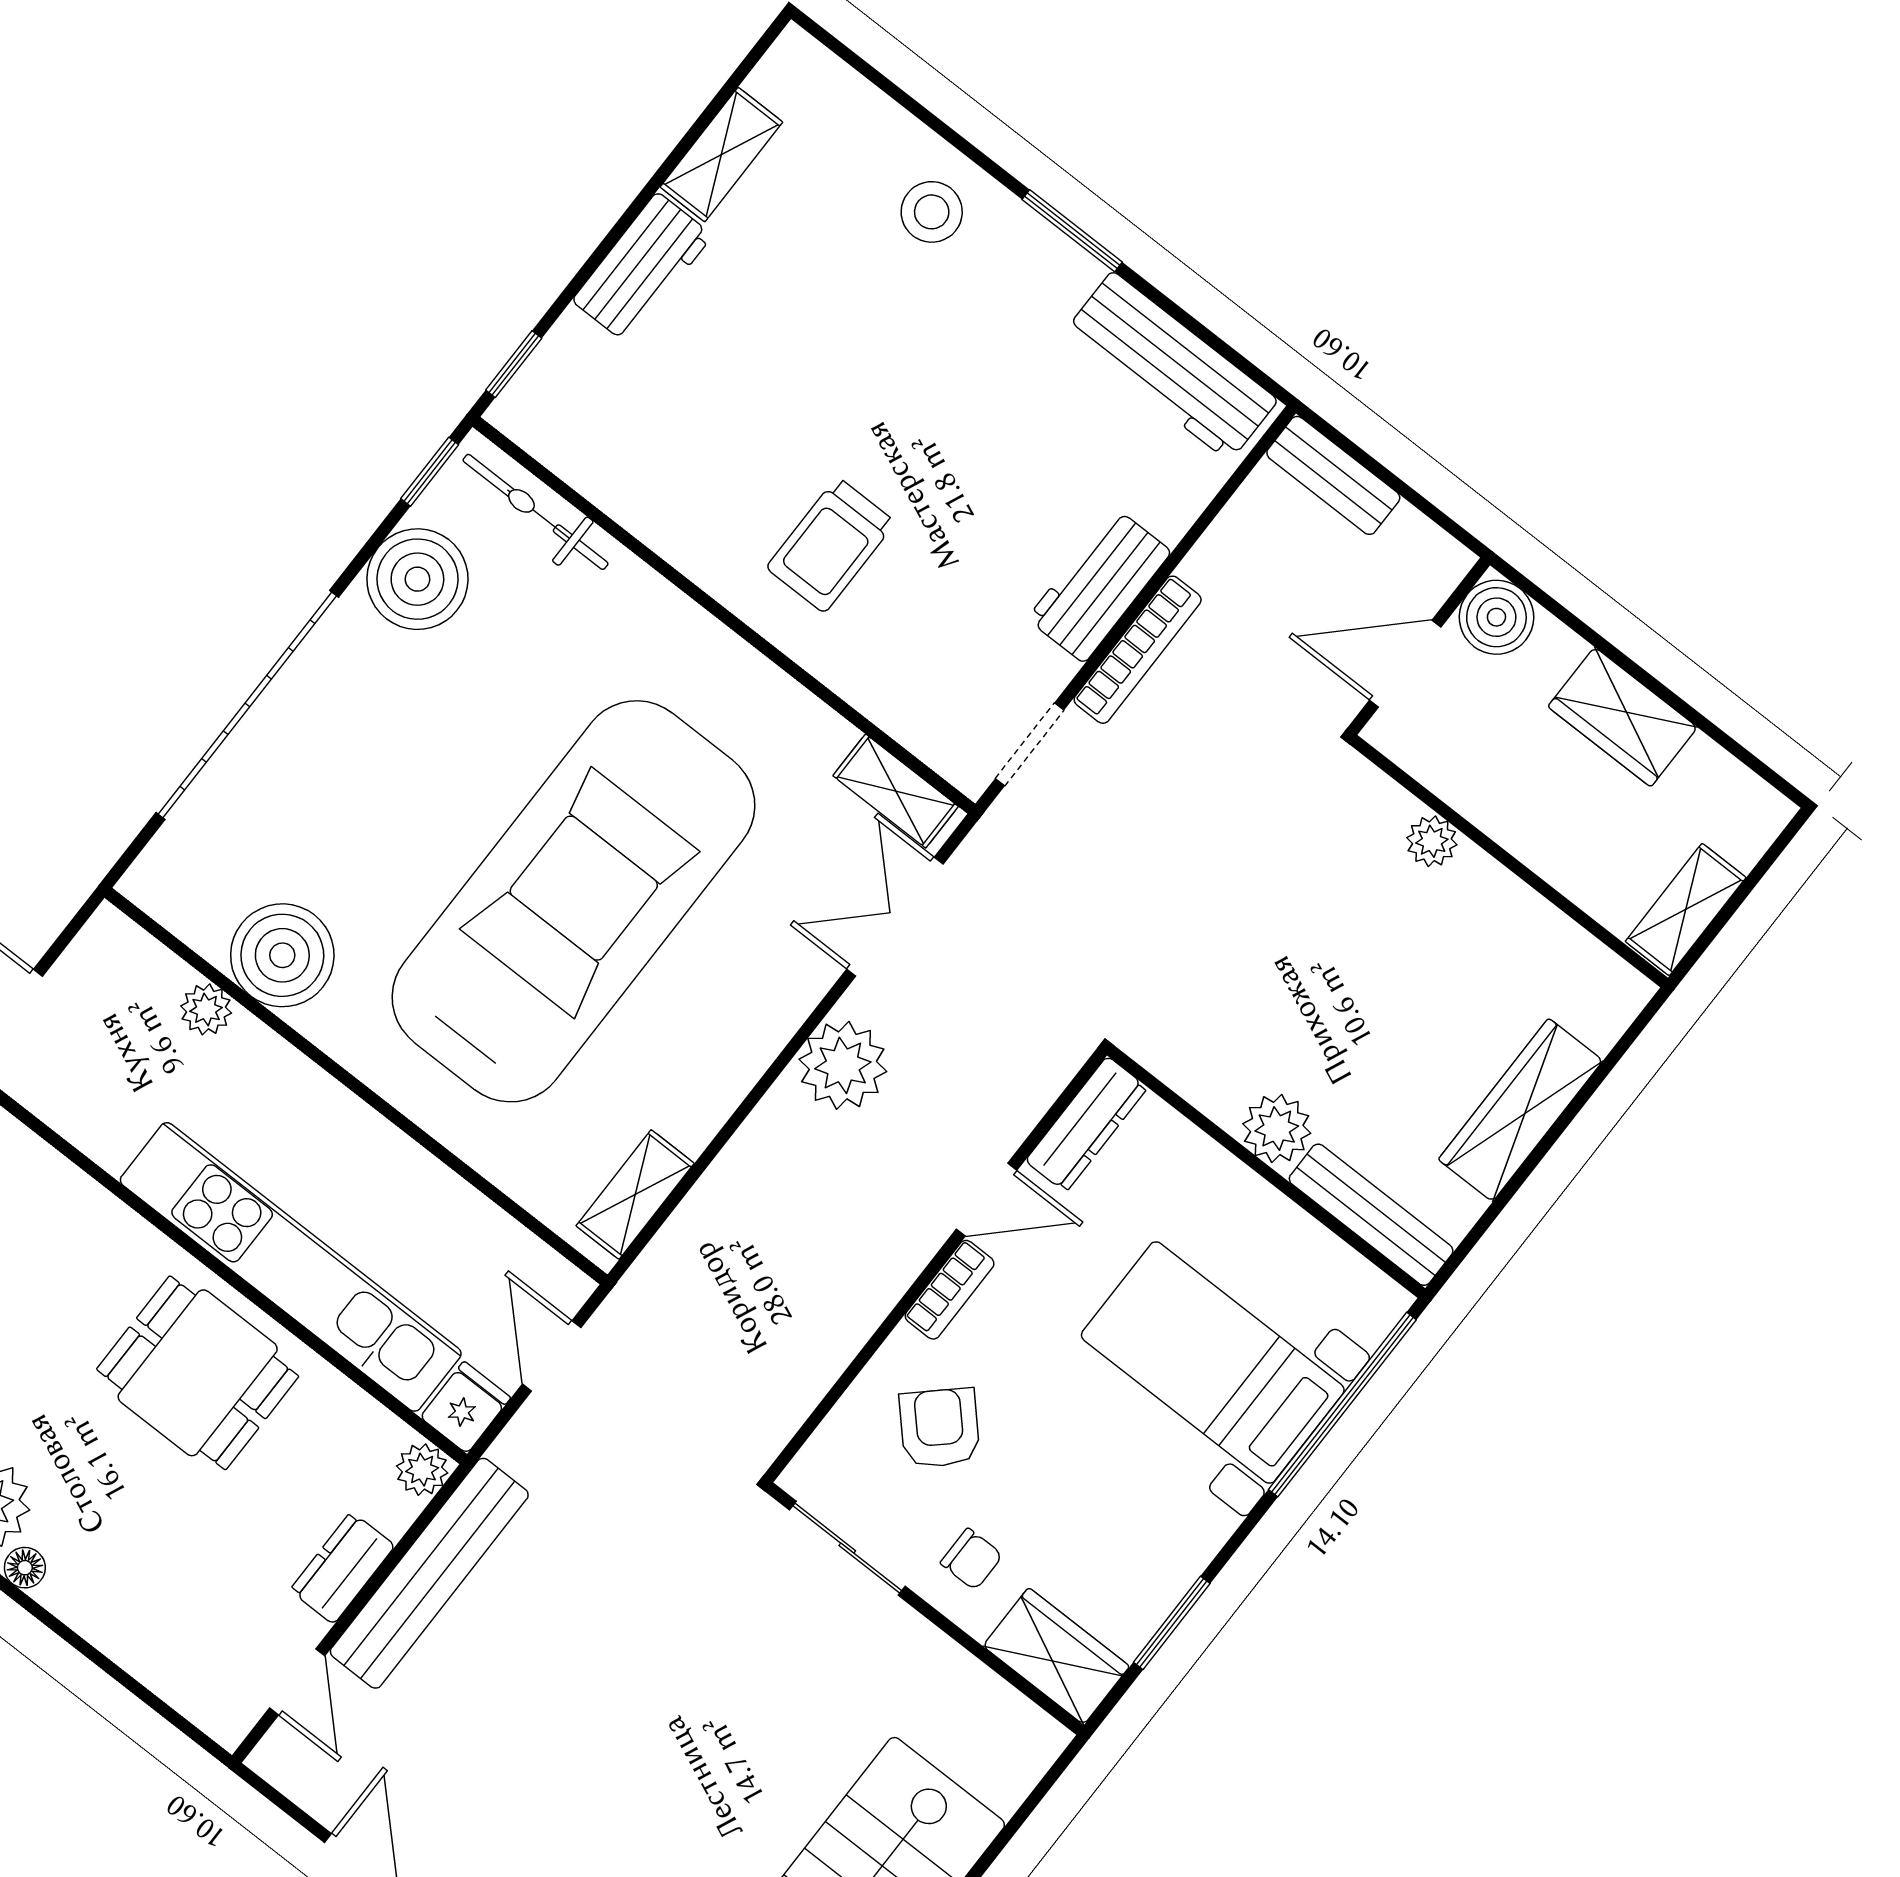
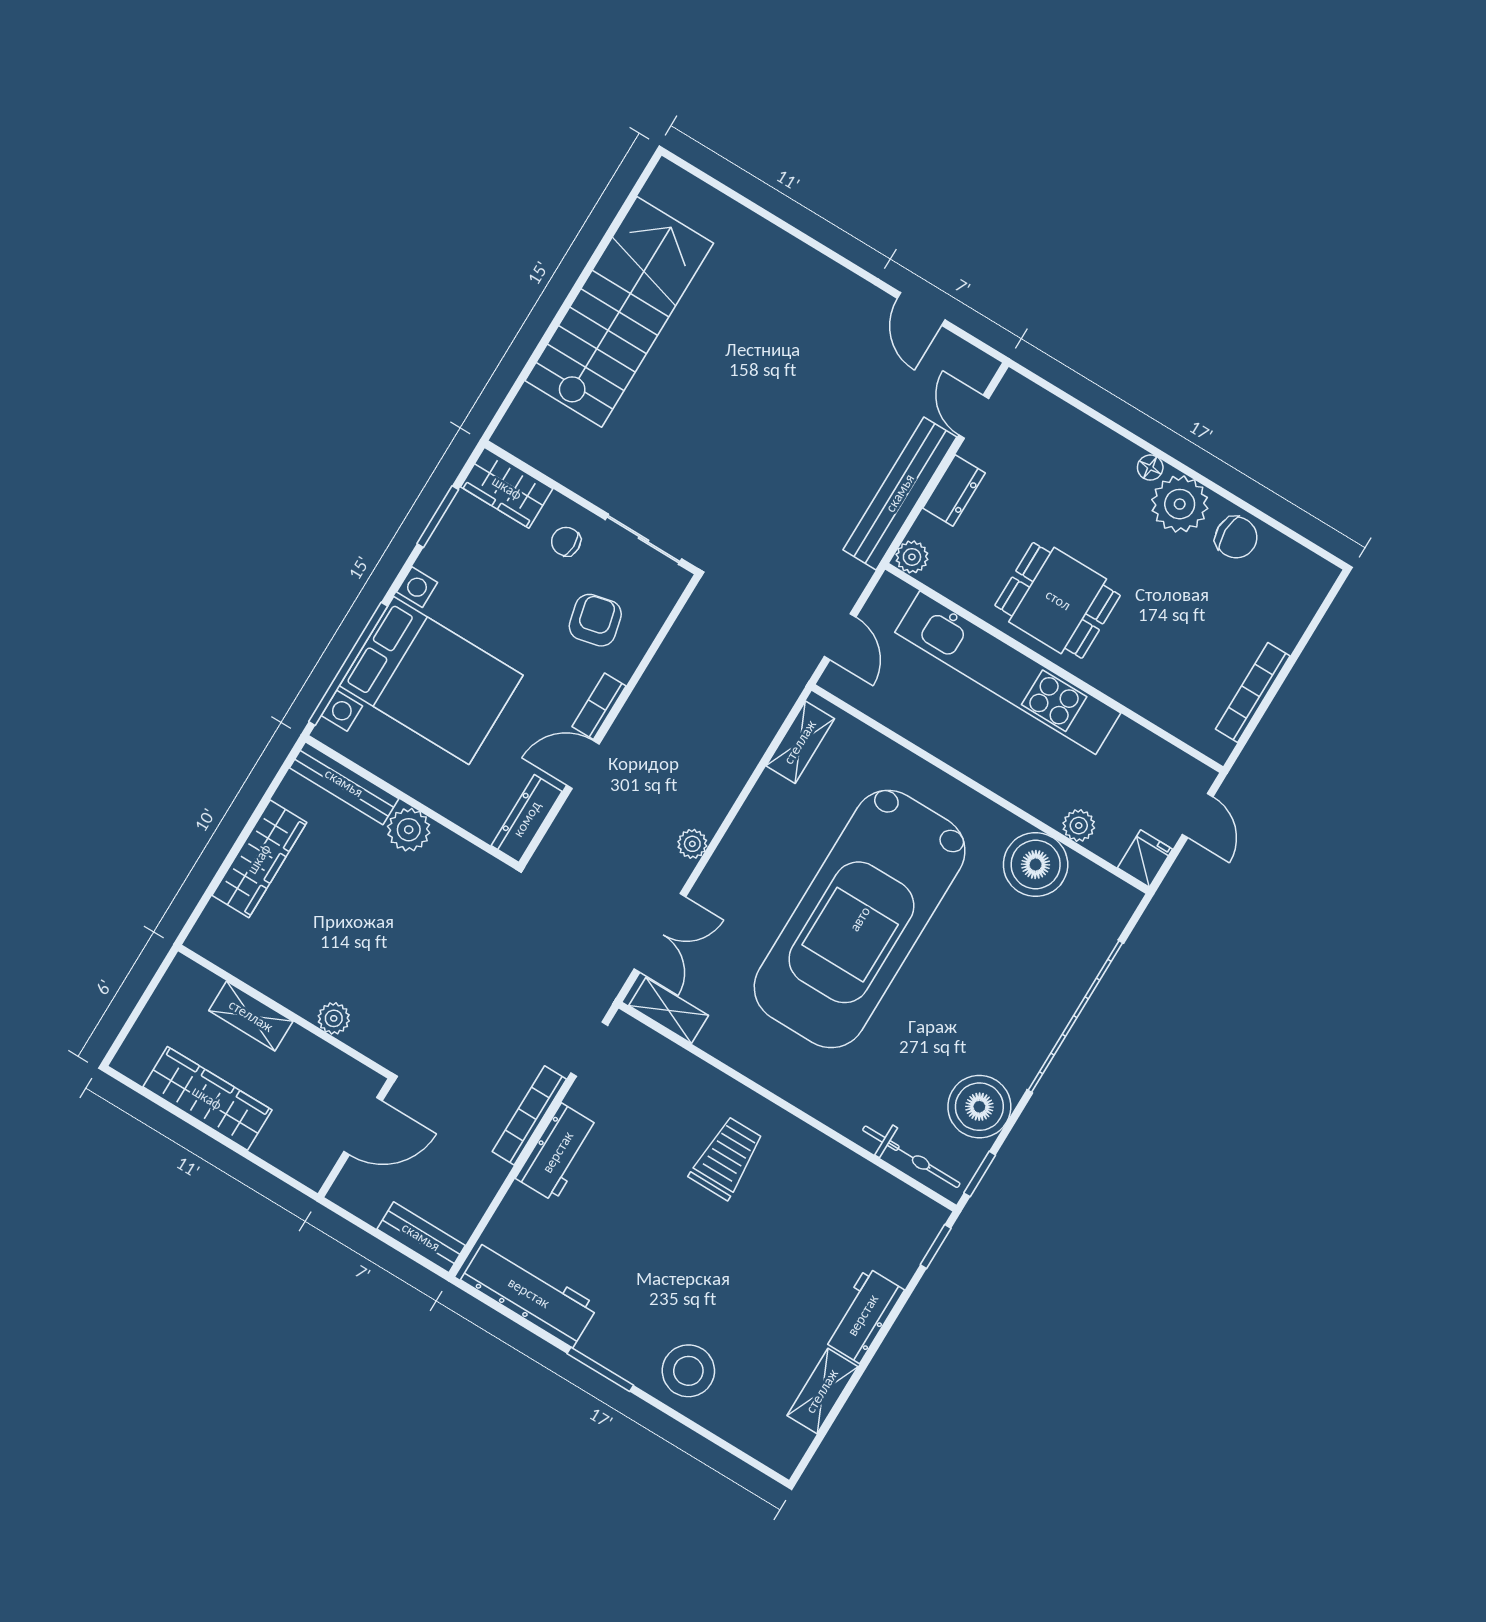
stool: (932, 212) -> (688, 1371), width x1.38, depth x1.38
boiler: (1496, 617) -> (310, 1161), removed
wardrobe: (1623, 717) -> (207, 1098), width x1.50
shelving: (1686, 909) -> (251, 1016), moved, turned 90
plant: (843, 1065) -> (692, 844), width x0.53, depth x0.53
bed with nightstands: (1213, 1363) -> (431, 680), width x1.36
fridge: (465, 1407) -> (1145, 858), moved, turned 180
armchair: (940, 1428) -> (595, 620), turned -150

